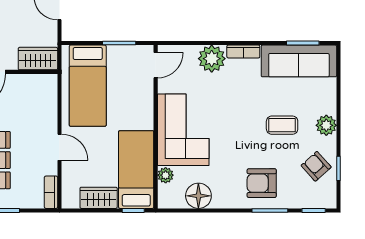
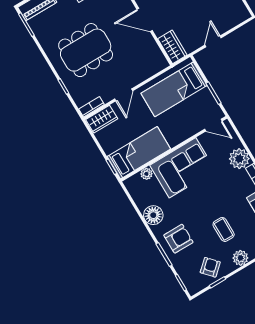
armchair: (262, 183) -> (178, 239), turned 90
floor lamp: (198, 196) -> (153, 215), moved
wardrobe: (99, 198) -> (102, 119), moved, turned 90

